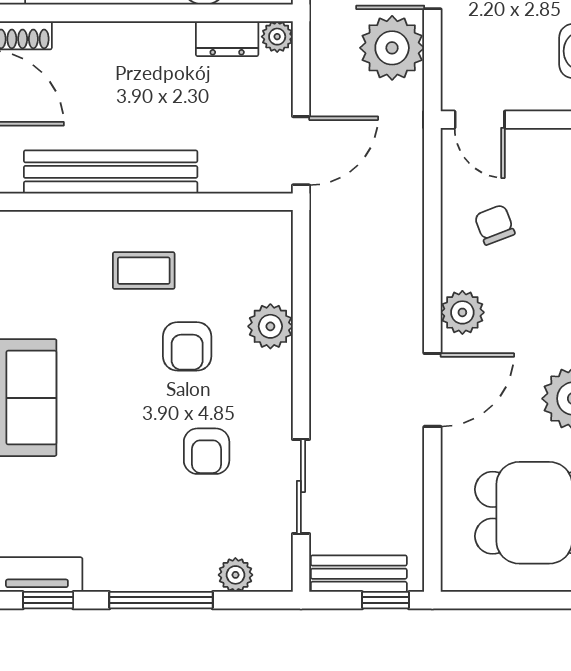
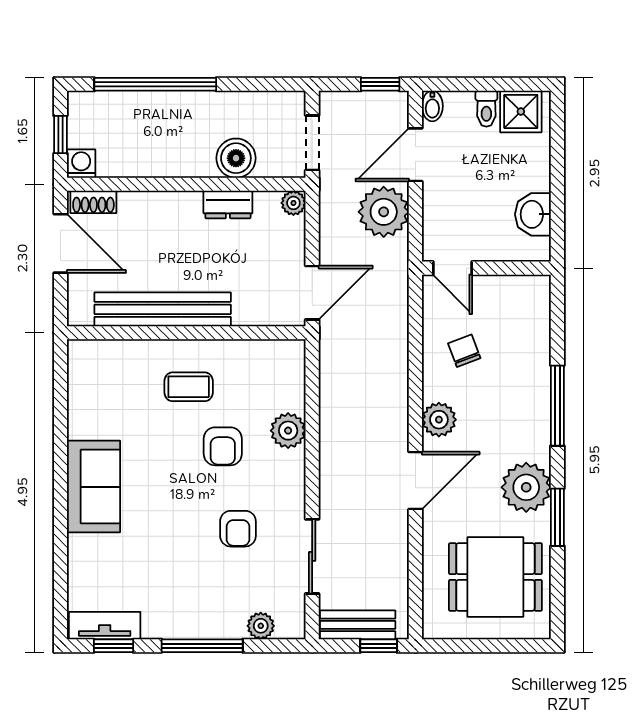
dresser: (227, 39) -> (228, 205), moved

